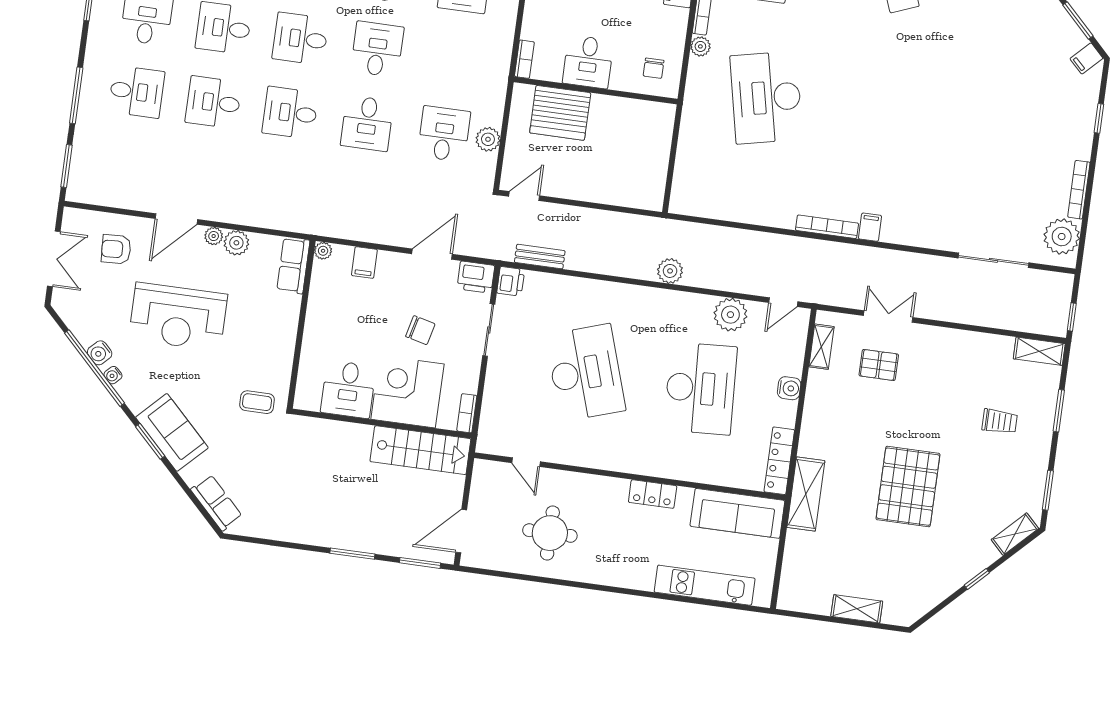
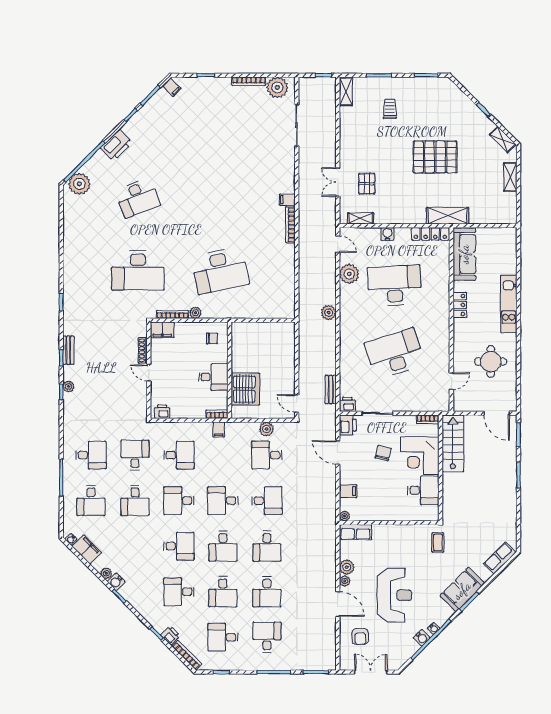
filing cabinet: (498, 59) -> (219, 430), added
shelving: (1015, 534) -> (503, 139), moved
kitchen unit: (705, 585) -> (509, 304), moved

